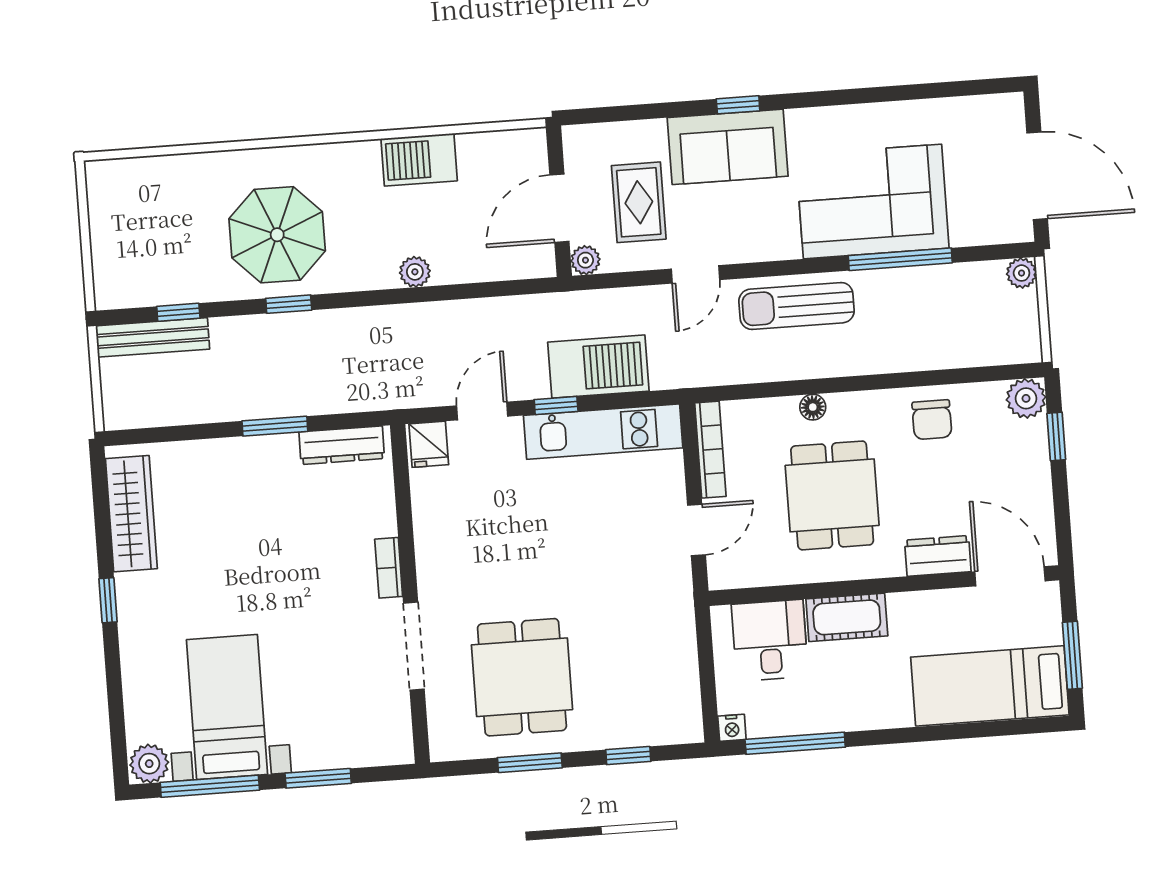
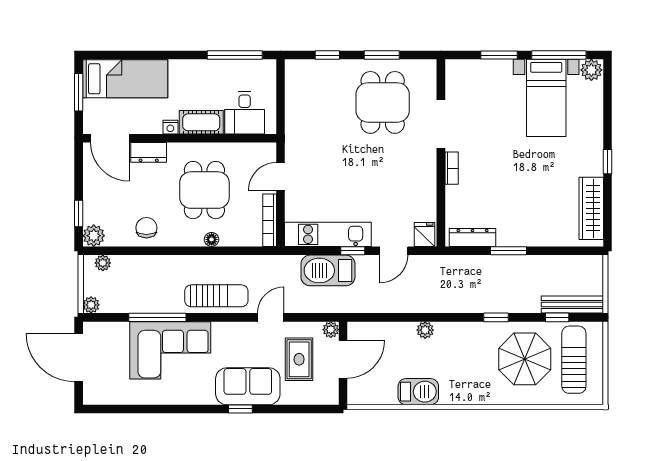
parasol: (277, 235) -> (525, 359), moved
sun lounger: (142, 238) -> (574, 360), added
plant: (1006, 350) -> (103, 263), added
nightstand: (732, 728) -> (170, 127), moved, turned 180

